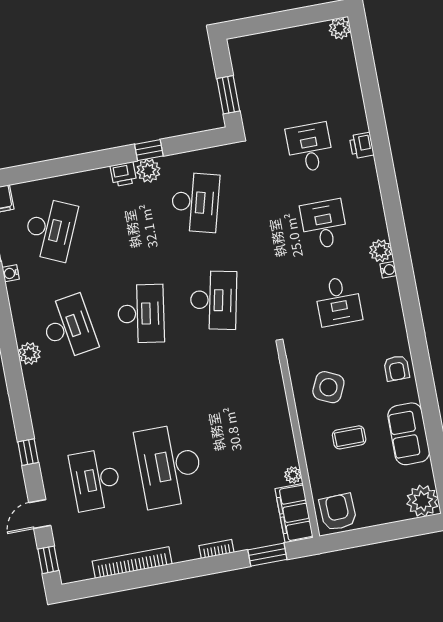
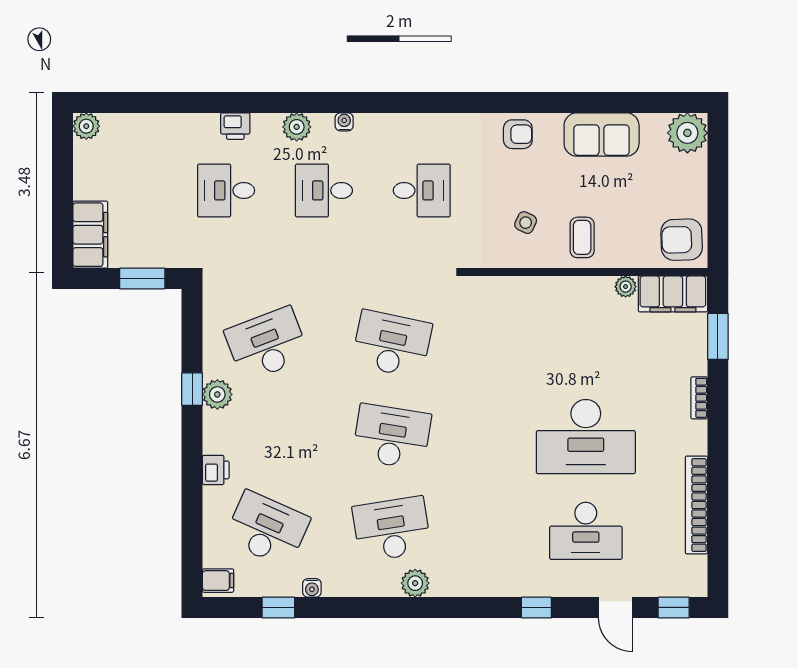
filing cabinet: (255, 48) -> (90, 235), added
printer: (123, 174) -> (216, 470), moved
desk: (195, 202) -> (267, 344), turned -36
plant: (381, 251) -> (297, 127), moved
water cooler: (388, 270) -> (344, 122), moved
side table: (328, 387) -> (526, 223), width x0.54, depth x0.54
coffee table: (349, 437) -> (582, 237), moved

